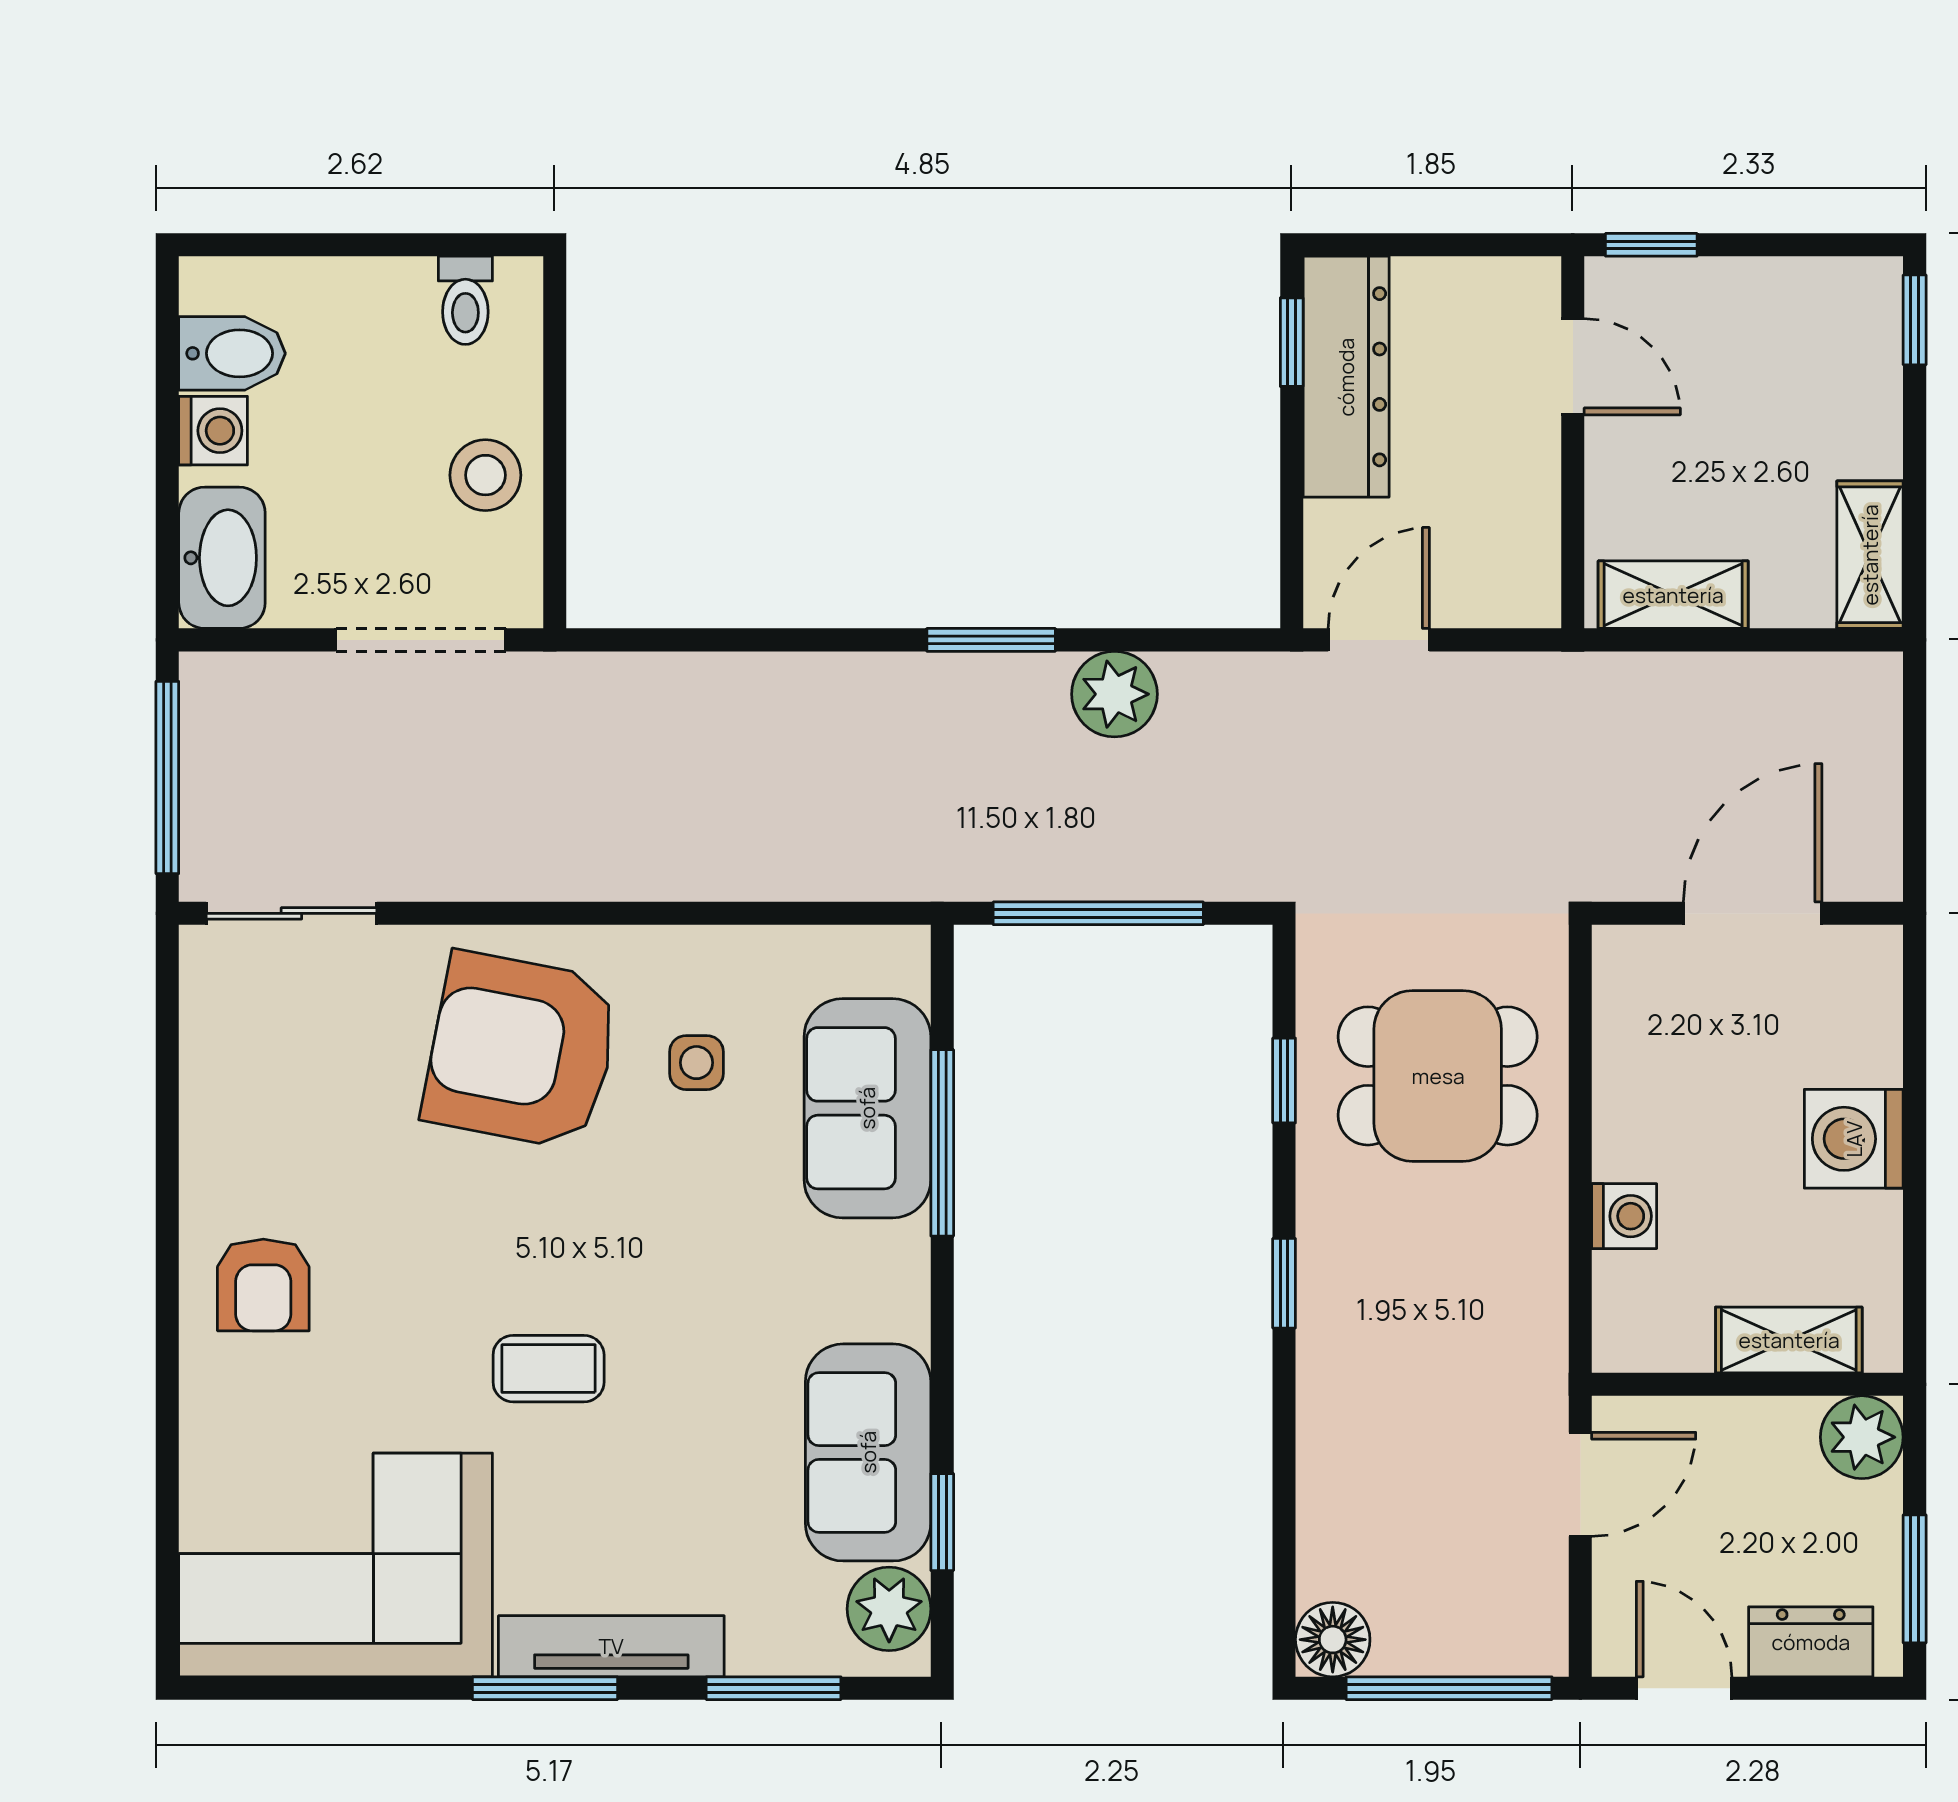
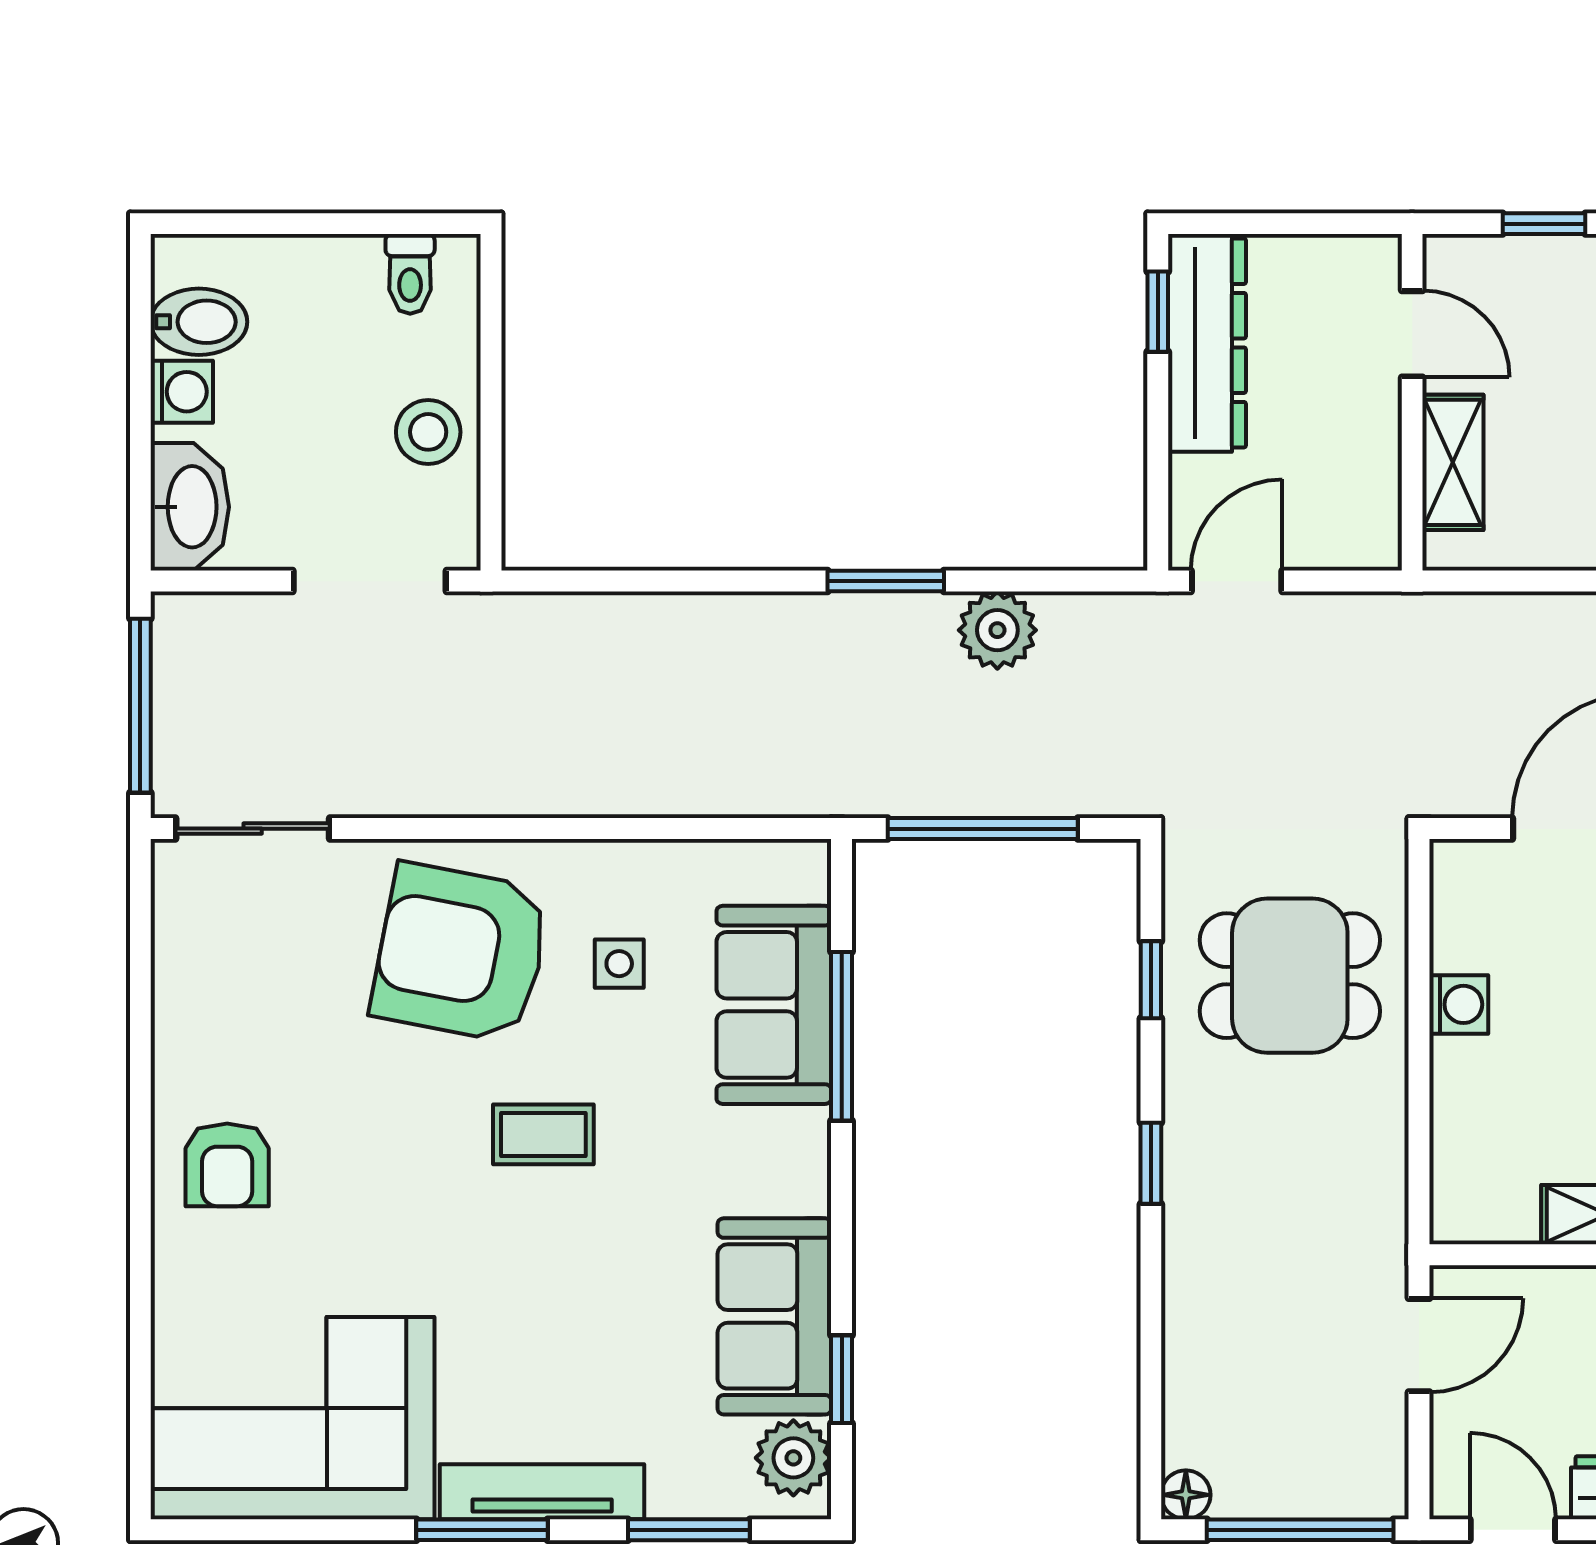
window: (1651, 245) -> (1544, 224), moved
shelving: (1673, 595) -> (1453, 462), moved, turned 90
washing machine: (1624, 1216) -> (1459, 1004), moved
coffee table: (549, 1369) -> (543, 1134), moved
floor lamp: (1333, 1640) -> (1186, 1495), width x0.73, depth x0.73

